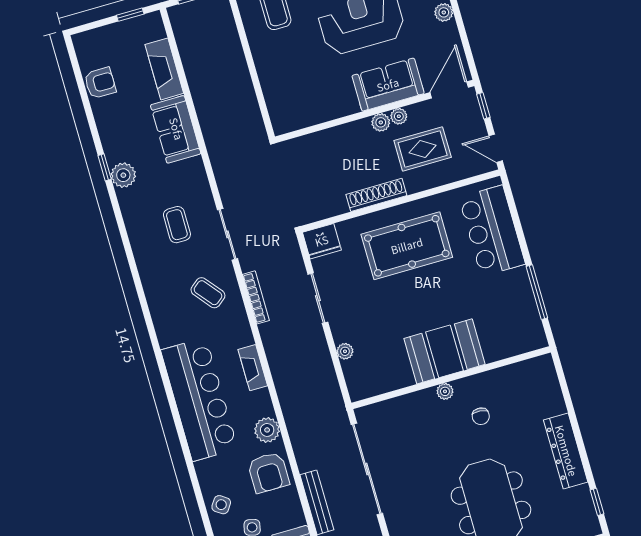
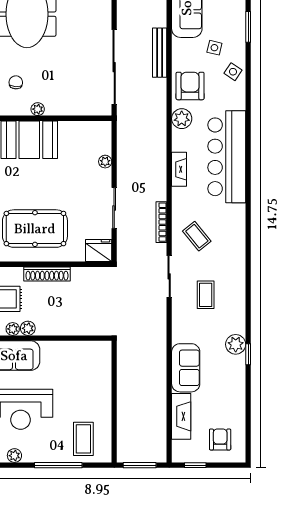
armchair: (100, 83) -> (220, 439), moved, turned 90

